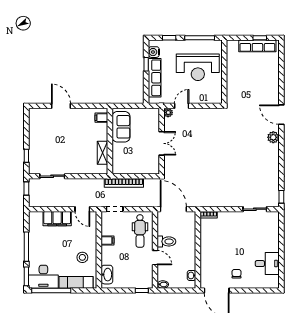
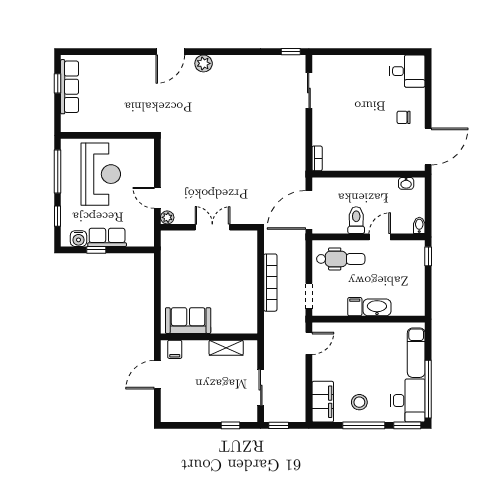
row of seats: (155, 78) -> (107, 237), width x0.68
filing cabinet: (101, 118) -> (175, 349), moved
sofa: (121, 127) -> (188, 321), moved
wall: (110, 141) -> (209, 337), moved
shelving: (102, 153) -> (226, 348), moved
filing cabinet: (57, 219) -> (323, 402), moved
stool: (82, 257) -> (359, 402), moved
desk: (267, 264) -> (407, 71), moved, turned 90
washbasin: (107, 275) -> (377, 307), moved

